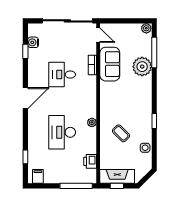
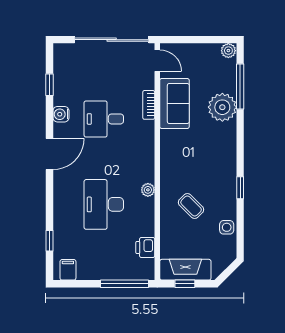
water cooler: (33, 42) -> (61, 114), moved

